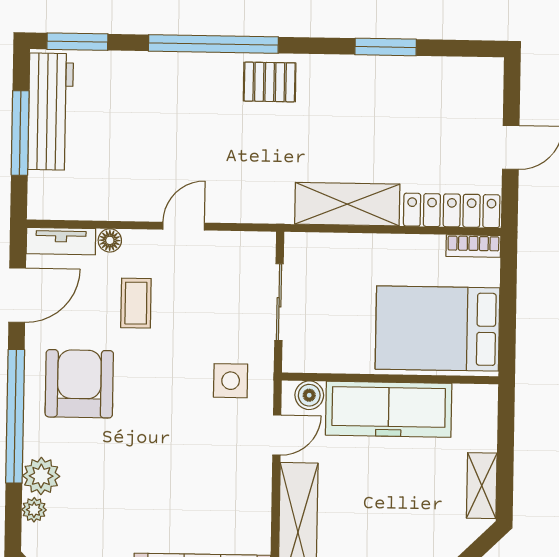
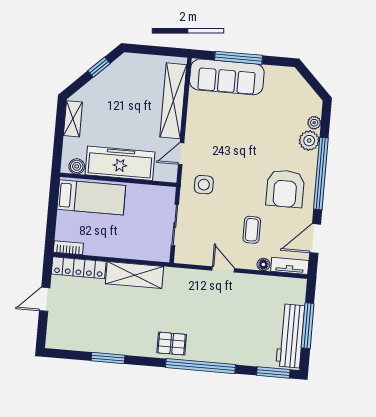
door: (184, 226) -> (223, 269), swing flipped
bed: (438, 329) -> (91, 197), width x0.67
boiler: (309, 395) -> (77, 166), moved

